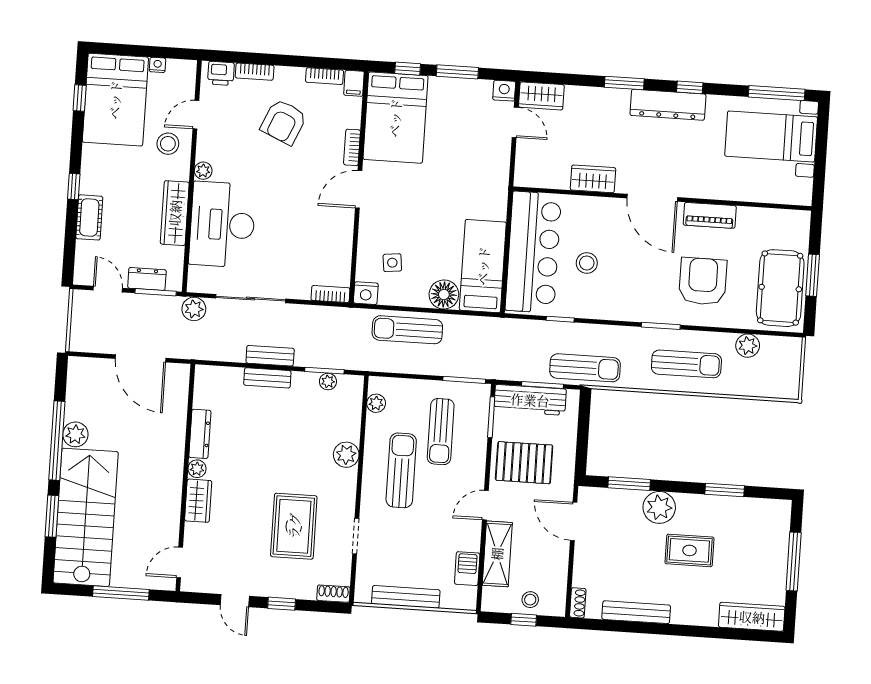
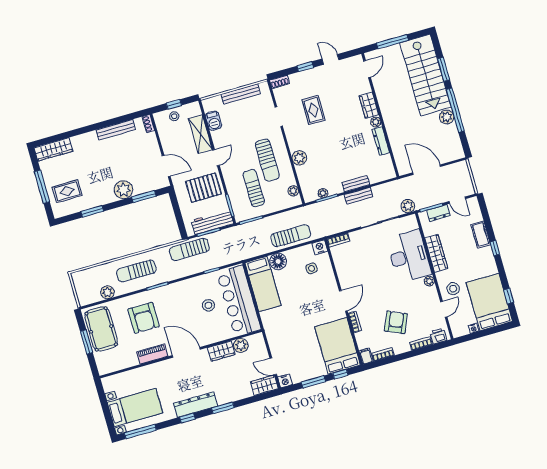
plant: (557, 177) -> (241, 345), added
rug: (294, 526) -> (313, 110), width x0.73, depth x0.70
rug: (689, 550) -> (67, 191), moved

